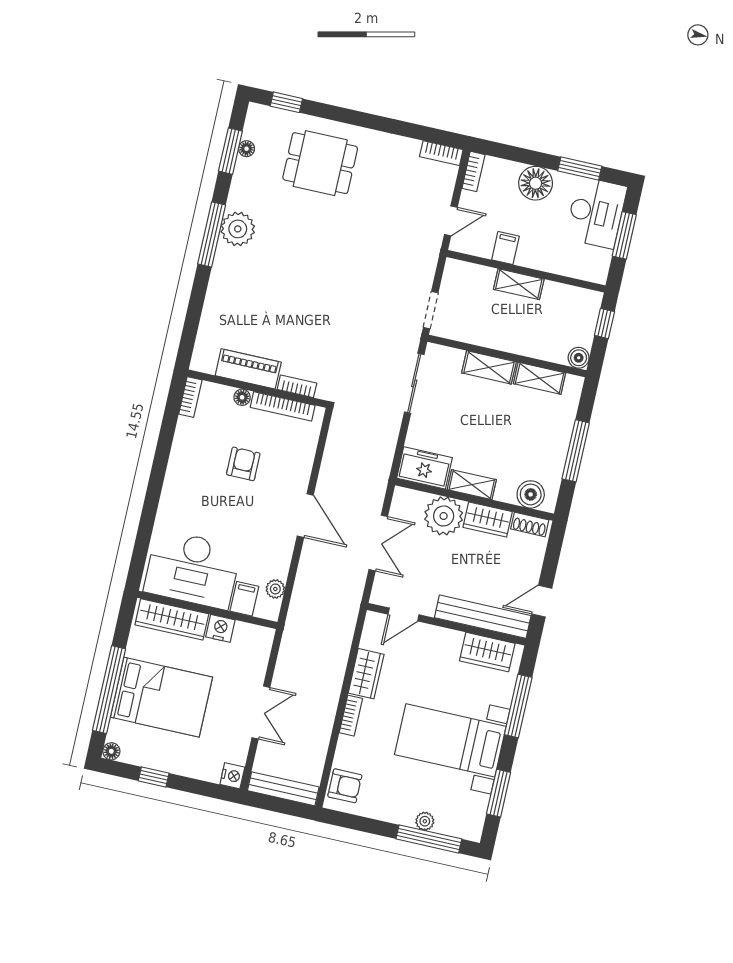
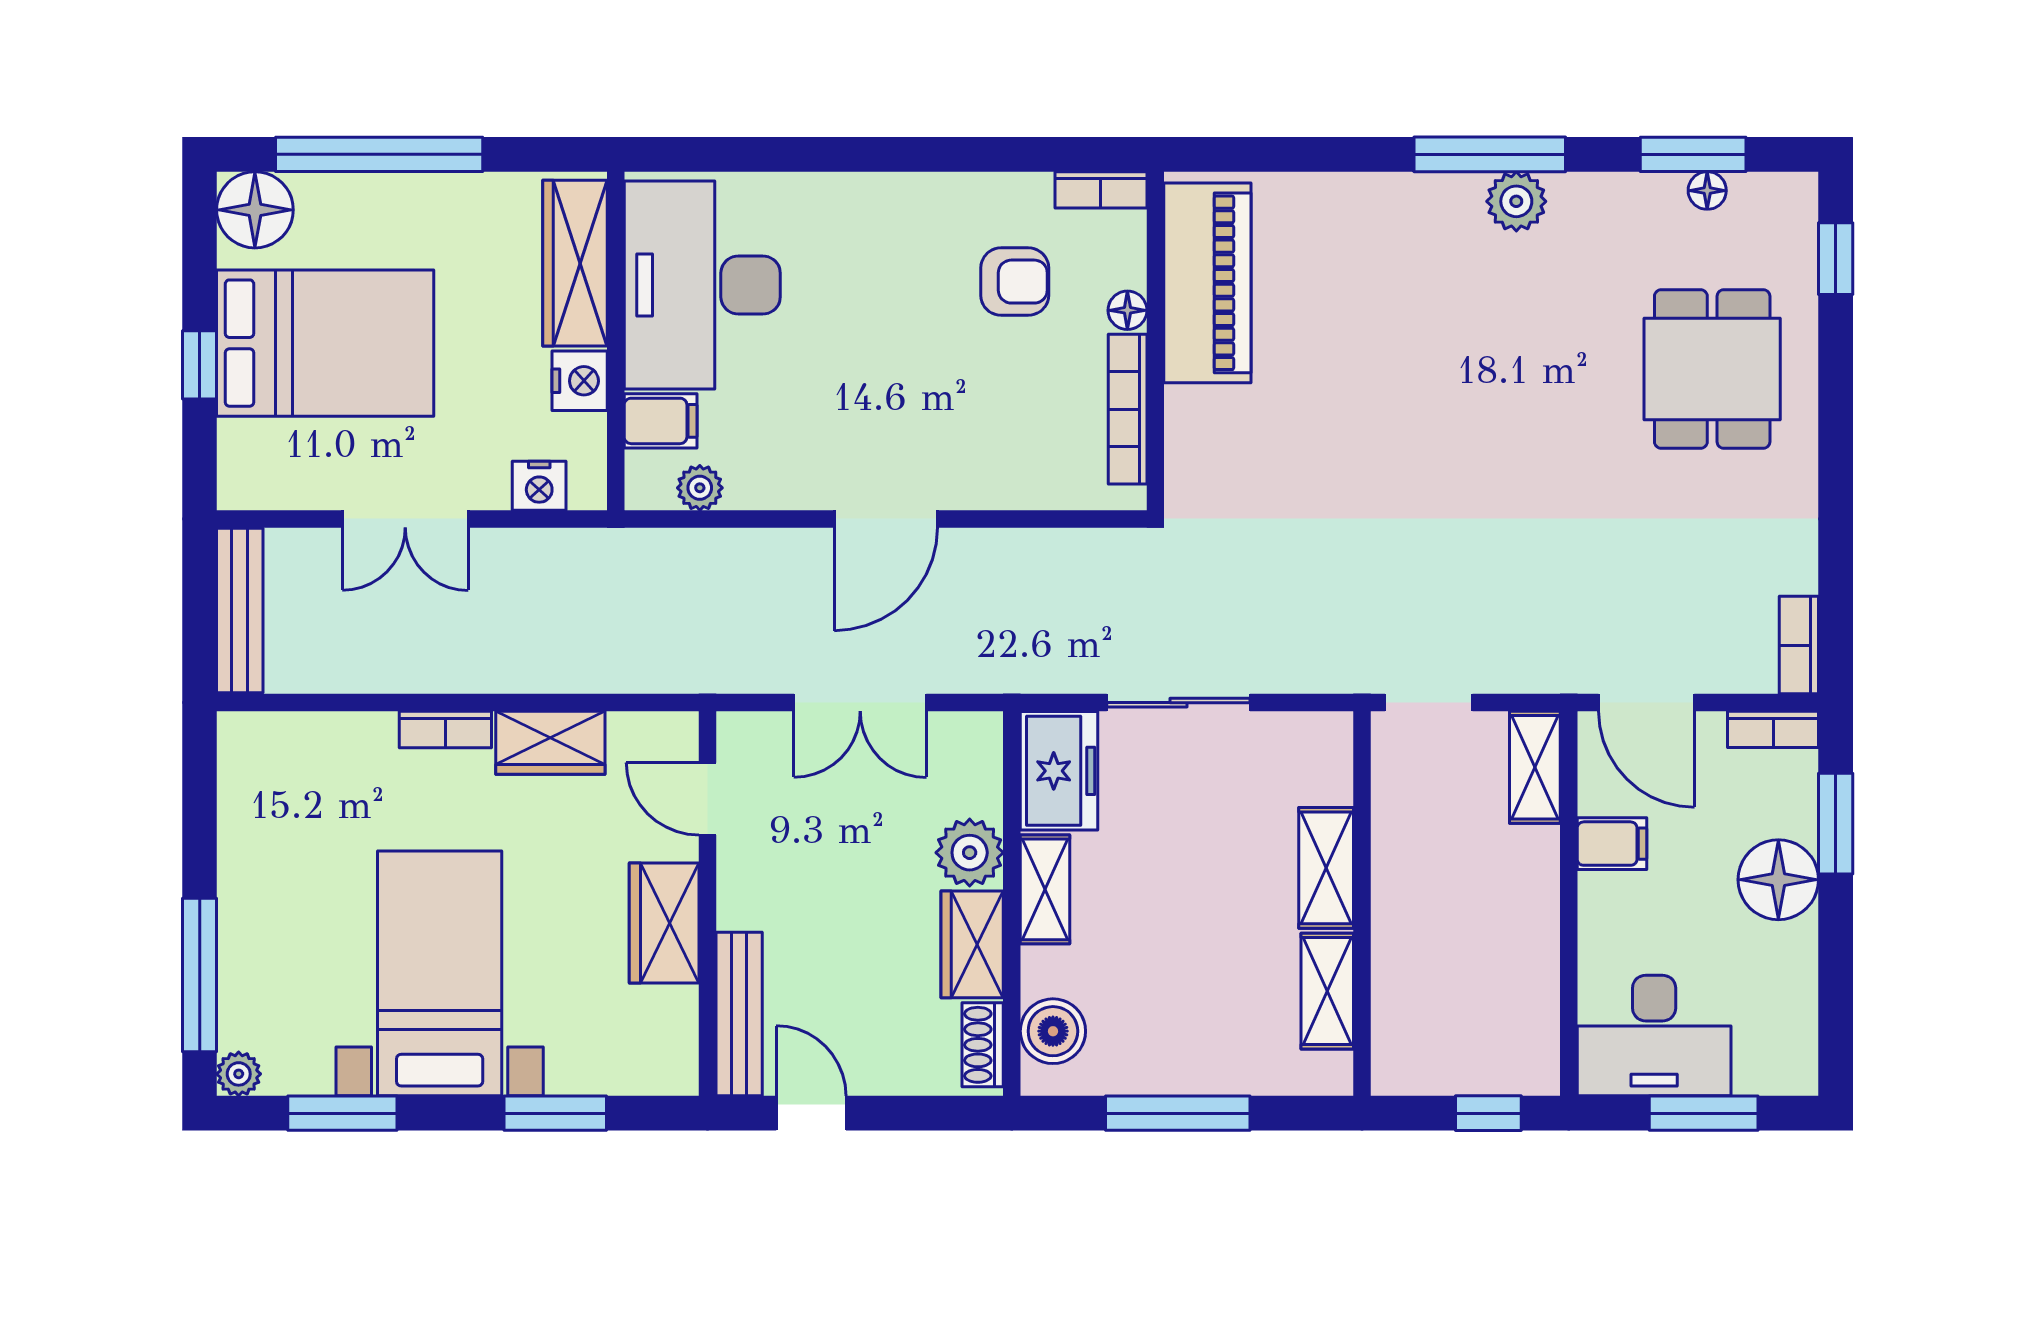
window: (580, 168) -> (1836, 824), moved
desk: (596, 213) -> (1654, 1036), moved
door: (451, 221) -> (1646, 703), width x1.38
plant: (238, 229) -> (1516, 201), width x0.73, depth x0.73
shelving: (519, 284) -> (1535, 767), moved
boiler: (579, 358) -> (1395, 1071), removed
piano: (248, 369) -> (1207, 283), width x1.37, depth x1.33
sliding door: (414, 383) -> (1178, 703), moved
bookcase: (297, 386) -> (1182, 432), removed
armchair: (243, 464) -> (1015, 282), moved
plant: (444, 516) -> (970, 853), width x0.73, depth x0.73
bench: (483, 617) -> (739, 1014), width x0.73, depth x0.82
wardrobe: (487, 652) -> (664, 923), moved
bed: (161, 697) -> (325, 343), moved, turned -90
window: (518, 706) -> (555, 1113), width x0.69
floor lamp: (111, 751) -> (255, 210), width x1.89, depth x1.89
nightstand: (232, 776) -> (539, 486), moved
window: (154, 777) -> (200, 365), moved
armchair: (345, 786) -> (279, 752), removed
plant: (425, 821) -> (239, 1074), moved

